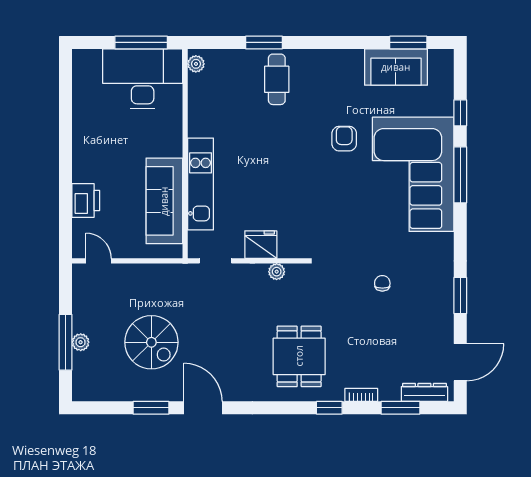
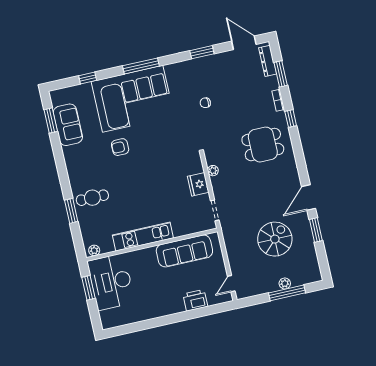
window: (141, 42) -> (88, 288), width x0.69
window: (460, 175) -> (141, 66), moved
kitchen unit: (201, 184) -> (143, 236), moved

